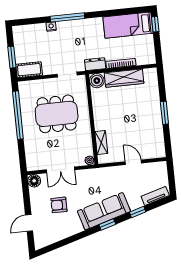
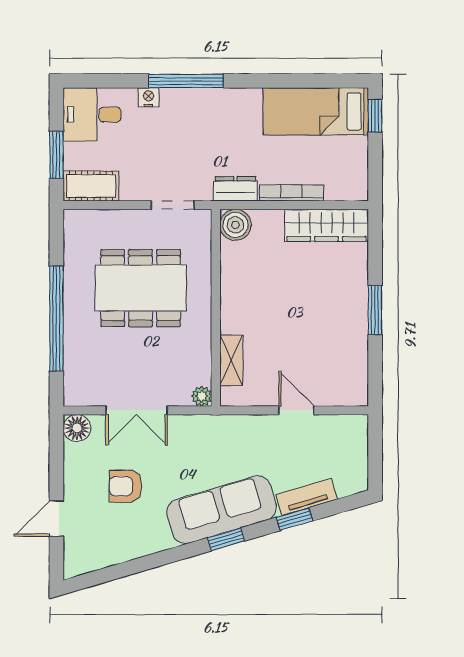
desk: (26, 37) -> (92, 115), added
wardrobe: (124, 78) -> (326, 225), moved
window: (18, 115) -> (56, 319), moved
tv unit: (155, 196) -> (306, 497), moved

